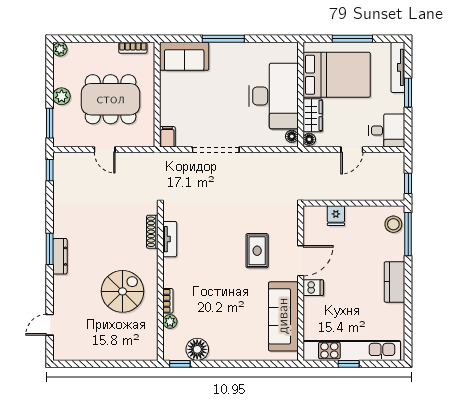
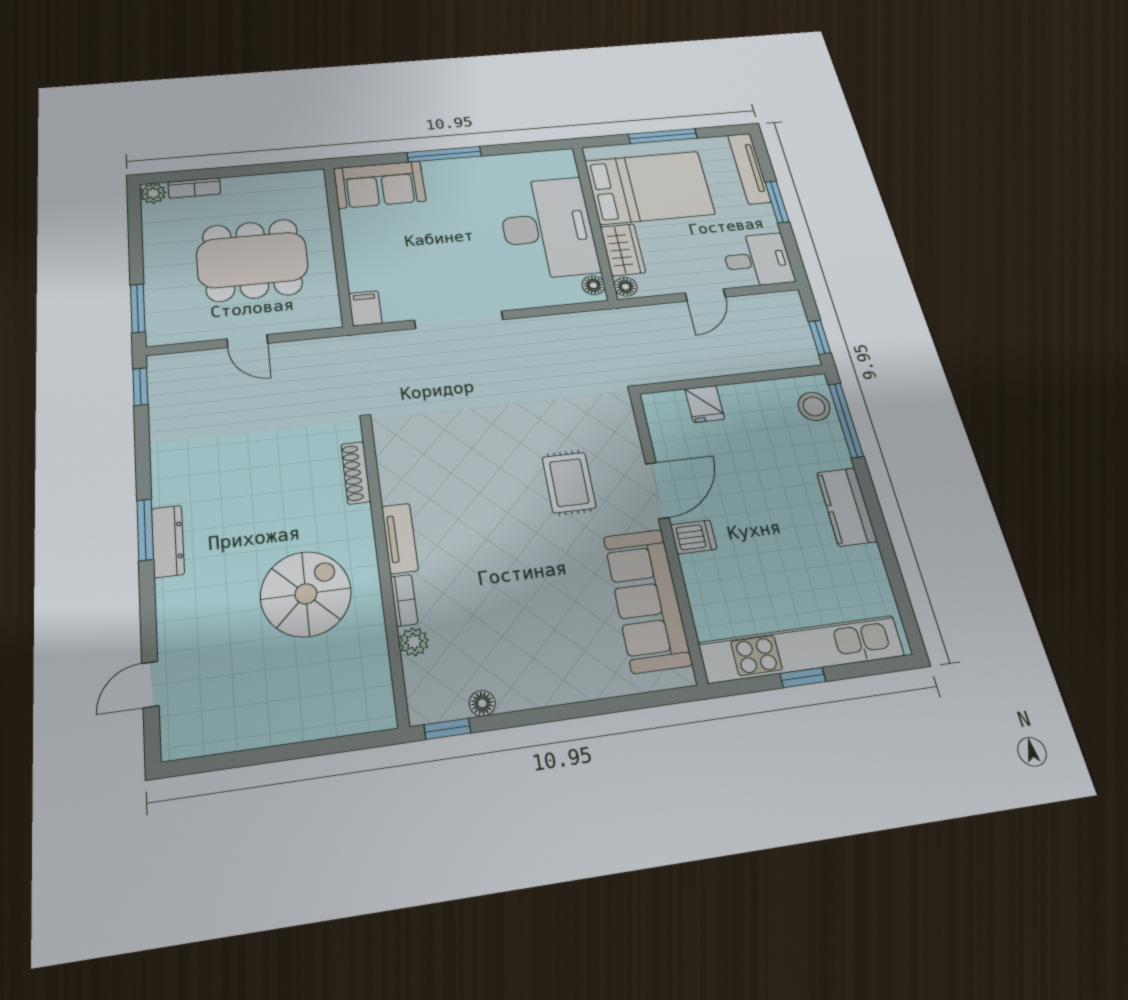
bookcase: (133, 48) -> (194, 188), moved
plant: (62, 96) -> (159, 264), removed
tv unit: (170, 239) -> (400, 538), moved
floor lamp: (197, 349) -> (482, 703), width x0.53, depth x0.53

